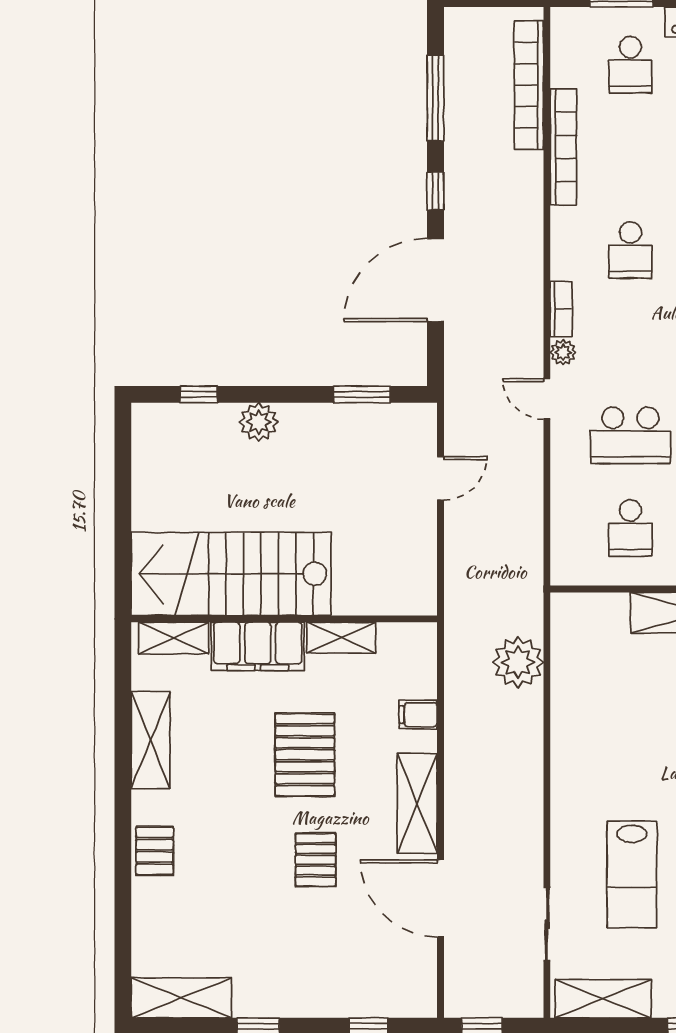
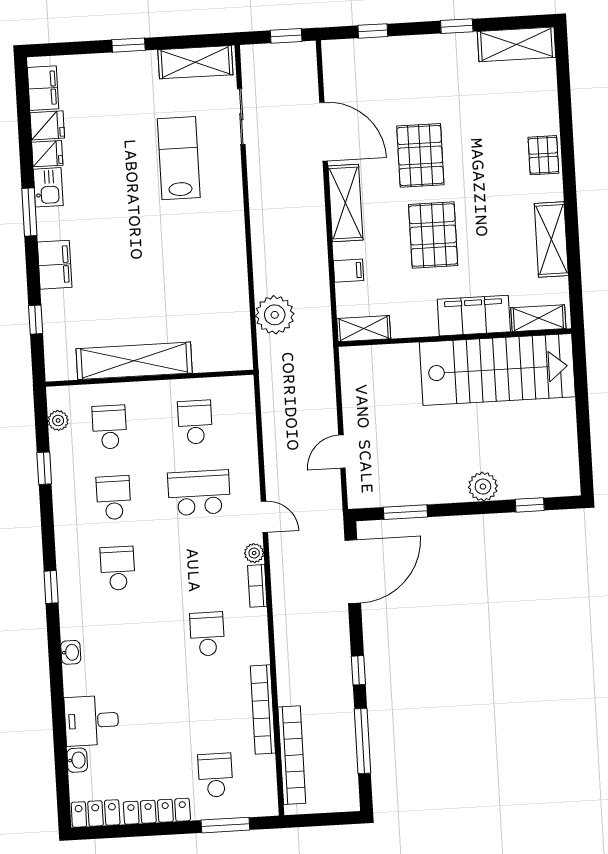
door: (435, 280) -> (353, 572), moved
shelving: (341, 638) -> (364, 329), moved
pallet: (316, 860) -> (420, 155), width x1.50, depth x1.42

